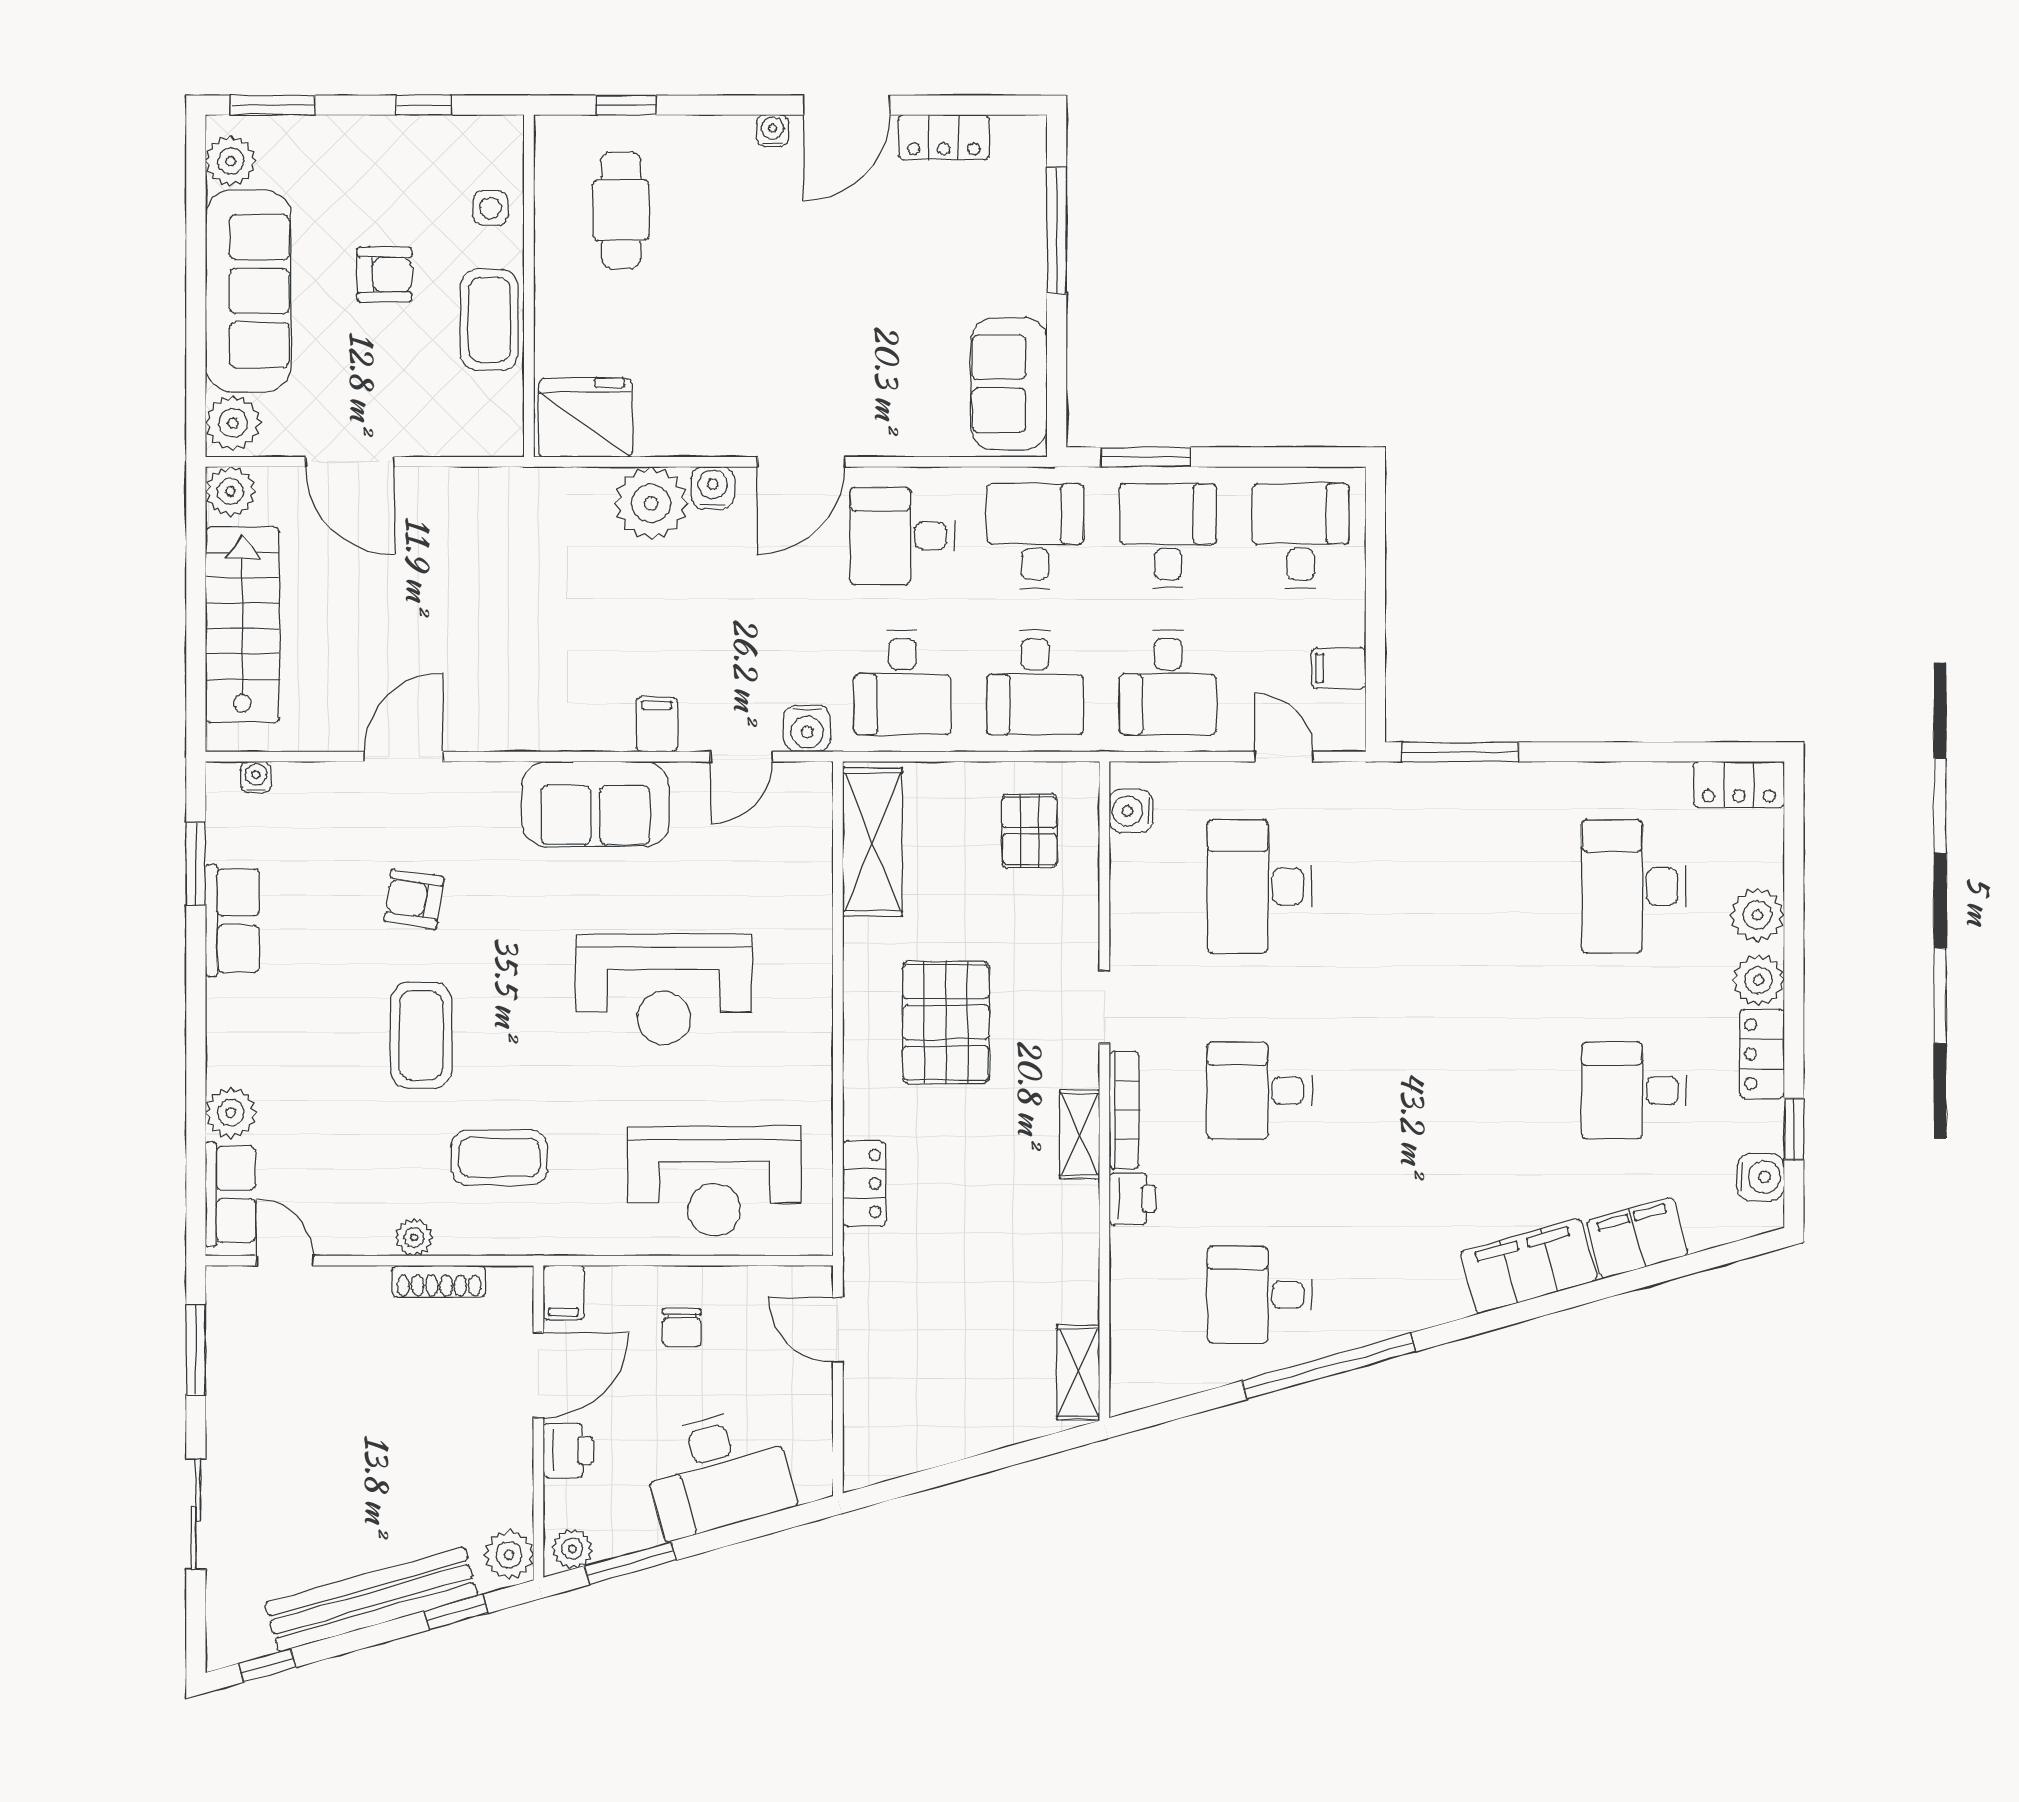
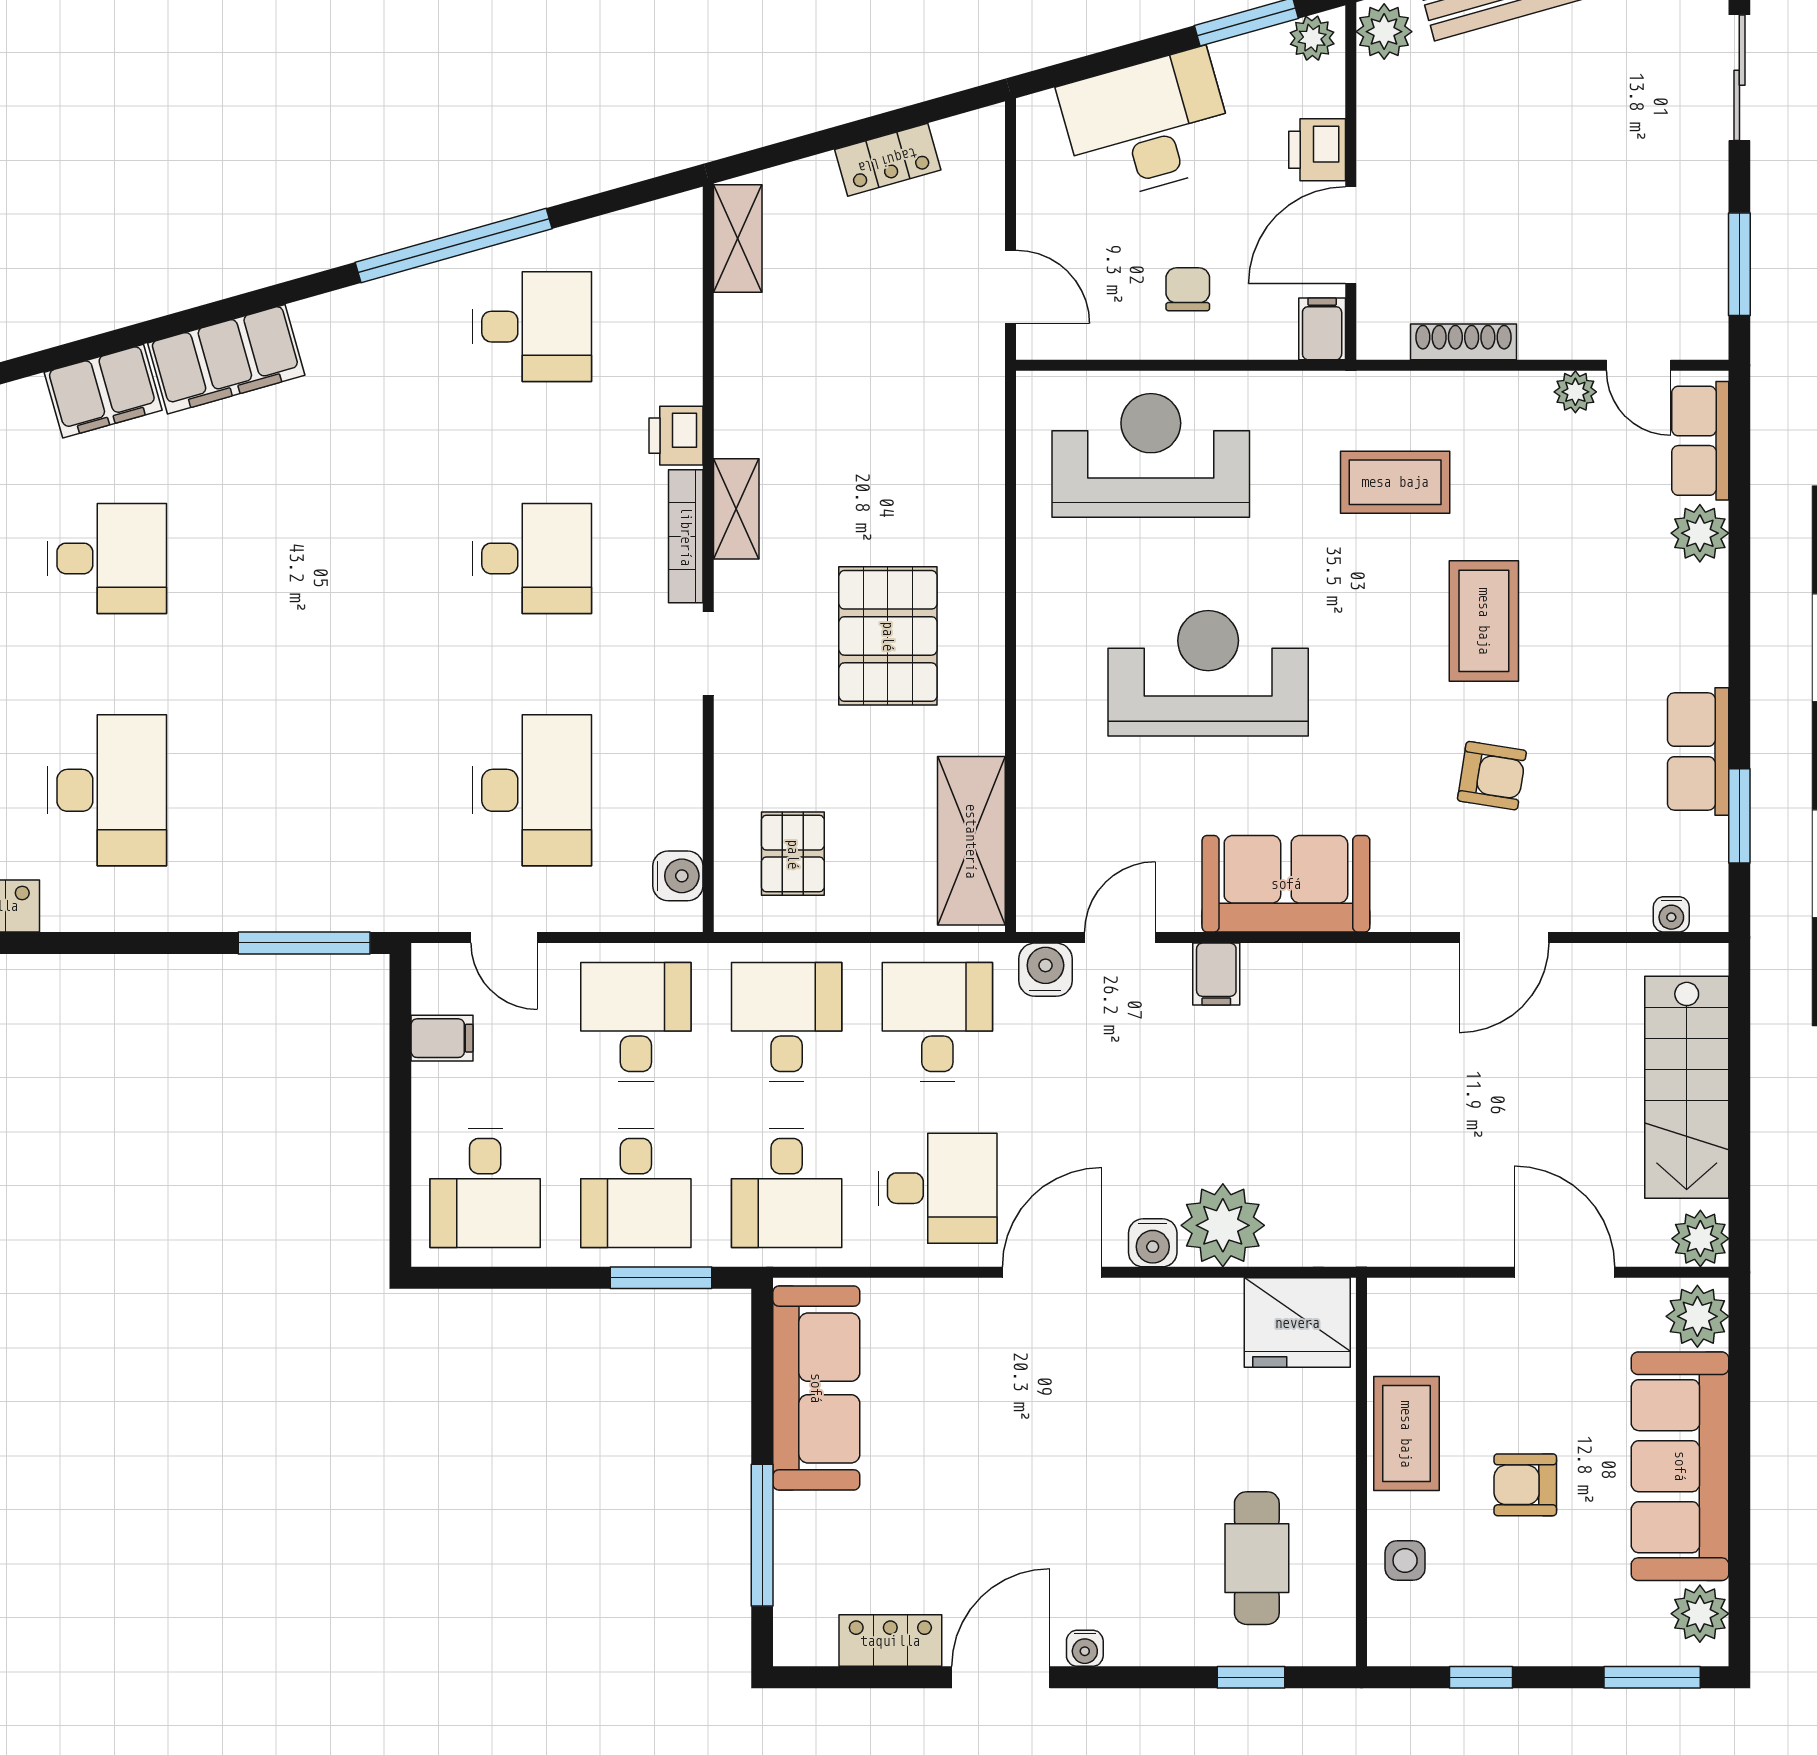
sofa: (1009, 384) -> (816, 1388), width x1.36
locker: (864, 1183) -> (888, 160), moved, turned -106
plant: (414, 1237) -> (1575, 392), moved

